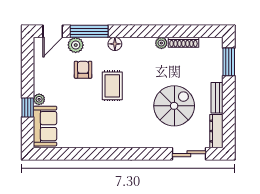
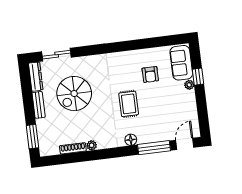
plant: (76, 45) -> (164, 135), removed
armchair: (83, 70) -> (150, 74), moved

